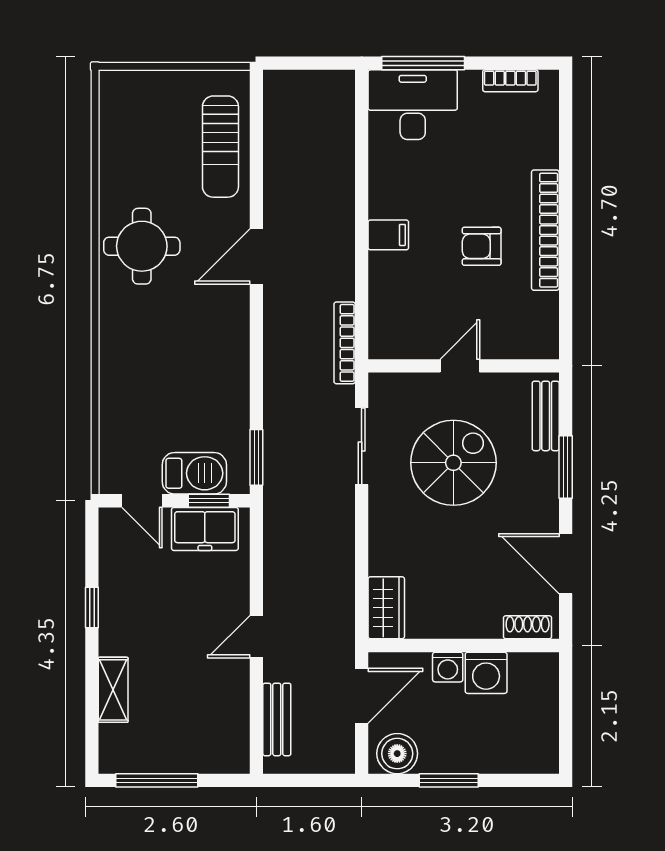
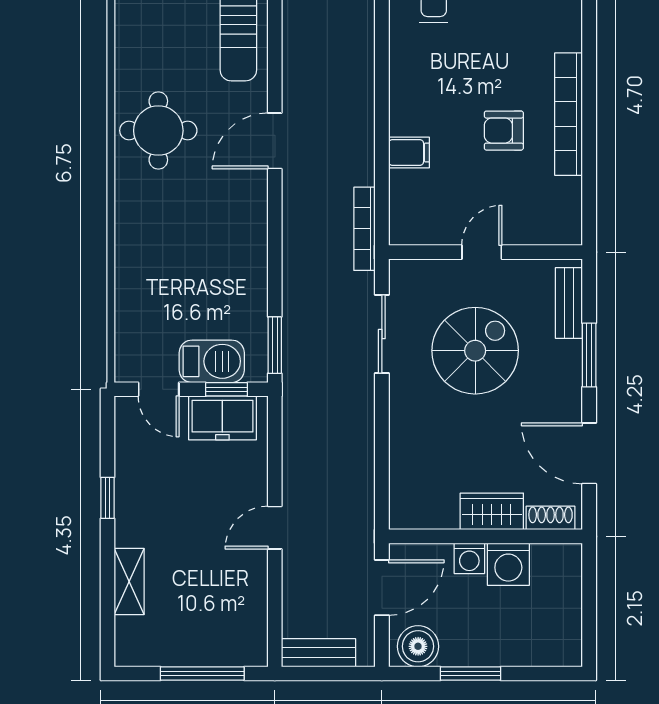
filing cabinet: (388, 235) -> (409, 153), moved
wardrobe: (386, 608) -> (492, 511), moved, turned -90
bench: (277, 719) -> (319, 653), moved, turned 90
window: (157, 780) -> (202, 674), moved

